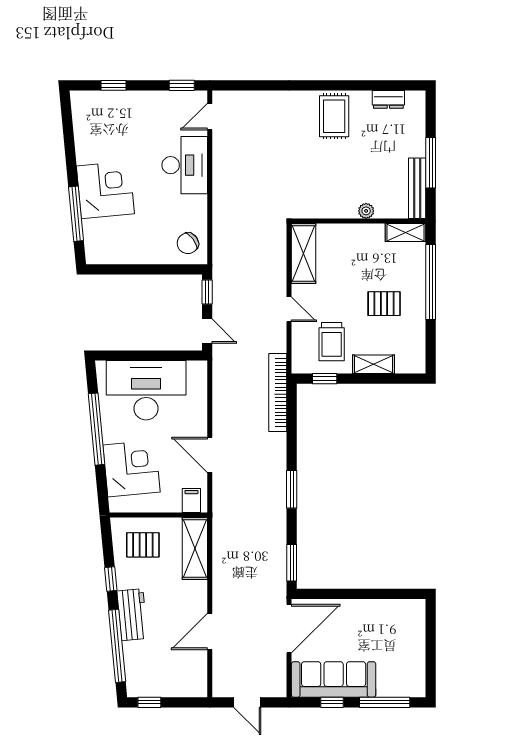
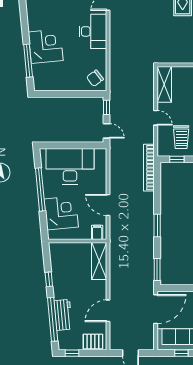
pallet: (143, 545) -> (93, 342), moved
workbench: (132, 615) -> (63, 315), moved

